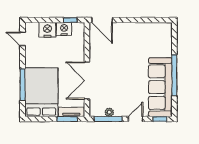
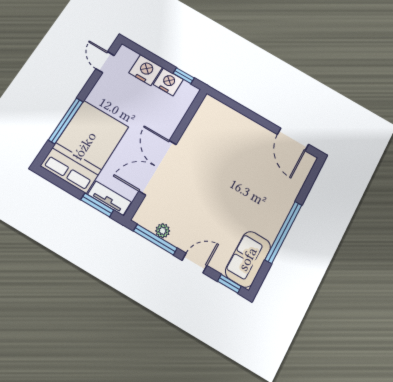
door: (102, 20) -> (293, 139), moved
sofa: (160, 87) -> (248, 259), width x0.54, depth x0.79

